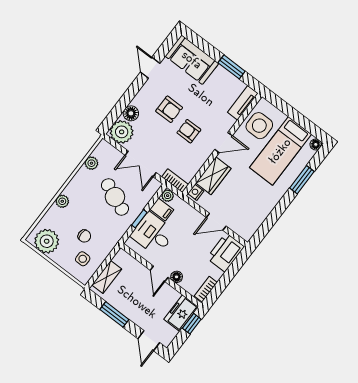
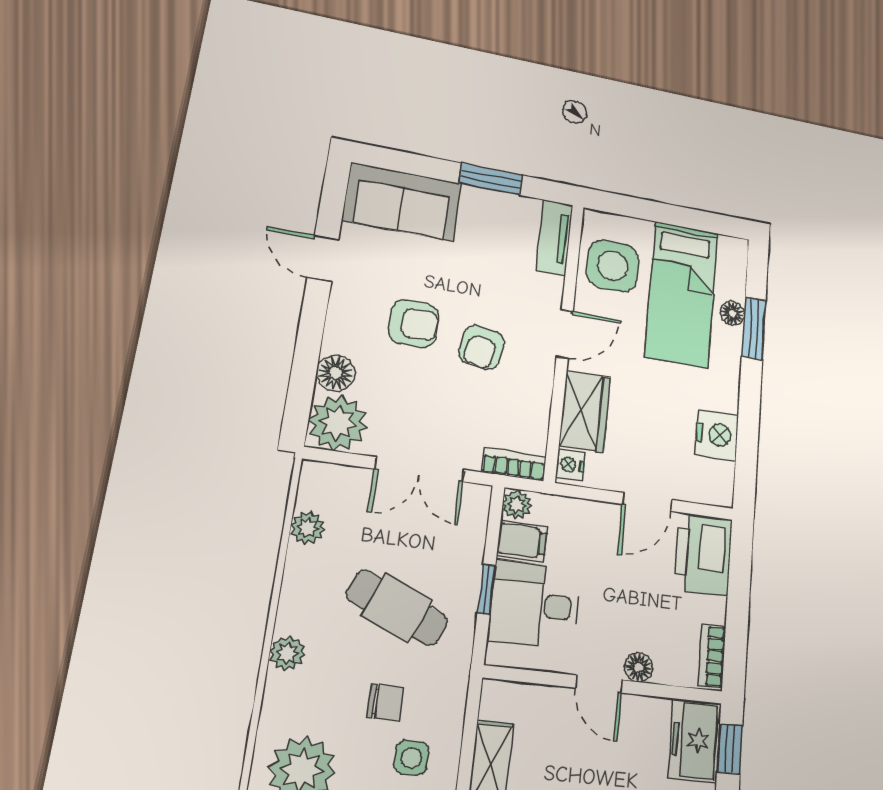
armchair: (189, 131) -> (481, 347), turned -79
floor lamp: (316, 144) -> (732, 313), moved
cafe table: (115, 197) -> (397, 608), moved
nightstand: (259, 212) -> (717, 435), added

